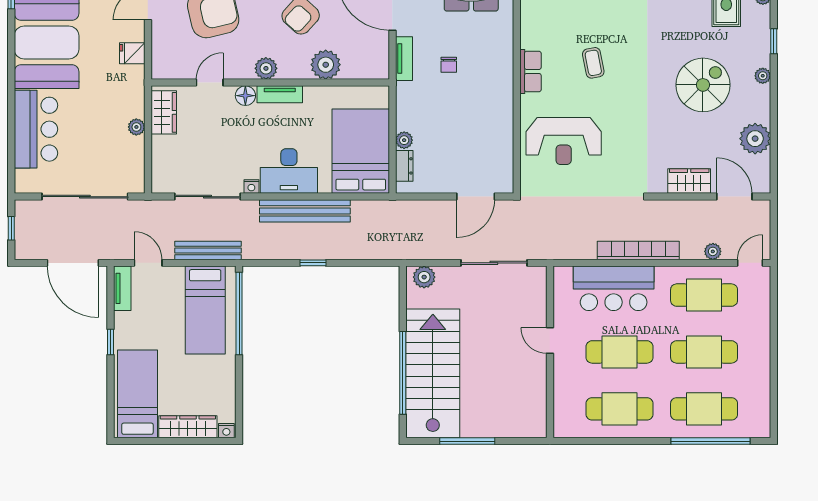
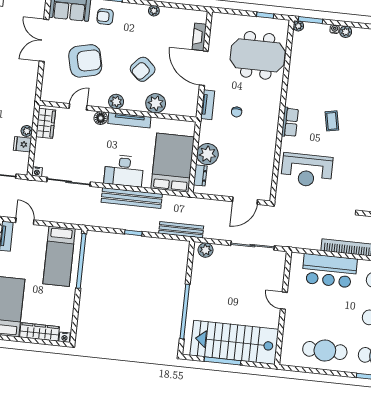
fridge: (132, 53) -> (22, 144), moved
tv unit: (280, 94) -> (129, 120), width x1.41
plant: (404, 140) -> (207, 154), width x1.88, depth x1.88
nightstand: (251, 187) -> (37, 172), moved
bench: (208, 250) -> (181, 230), moved
cafe table: (620, 352) -> (329, 313), removed
stairs: (433, 373) -> (234, 342), moved, turned -90

